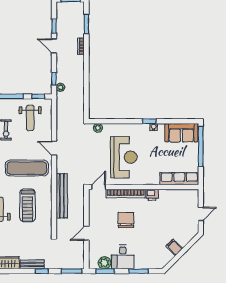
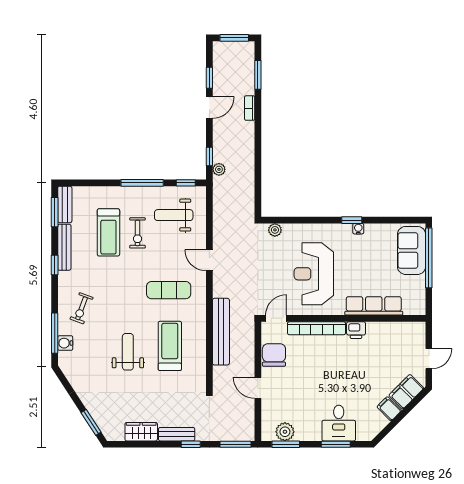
door: (54, 46) -> (209, 107), swing flipped
weight bench: (30, 118) -> (174, 215), turned 90
sofa: (181, 133) -> (412, 250), moved, turned 90
reception desk: (124, 157) -> (314, 274), turned 180
exercise mat: (27, 168) -> (169, 290), width x0.73, depth x0.69
row of seats: (179, 179) -> (374, 306), moved
treadmill: (28, 205) -> (170, 346), turned 180
chair: (126, 220) -> (274, 355), moved
door: (86, 233) -> (258, 388), hinge flipped
filing cabinet: (186, 236) -> (406, 392), added
desk: (123, 257) -> (339, 423), moved

